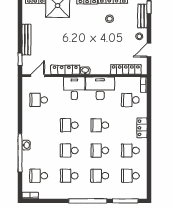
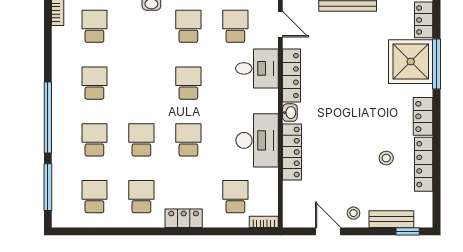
locker: (126, 69) -> (292, 152), moved
desk: (74, 88) -> (257, 68), moved
school desk: (69, 150) -> (188, 26), moved

